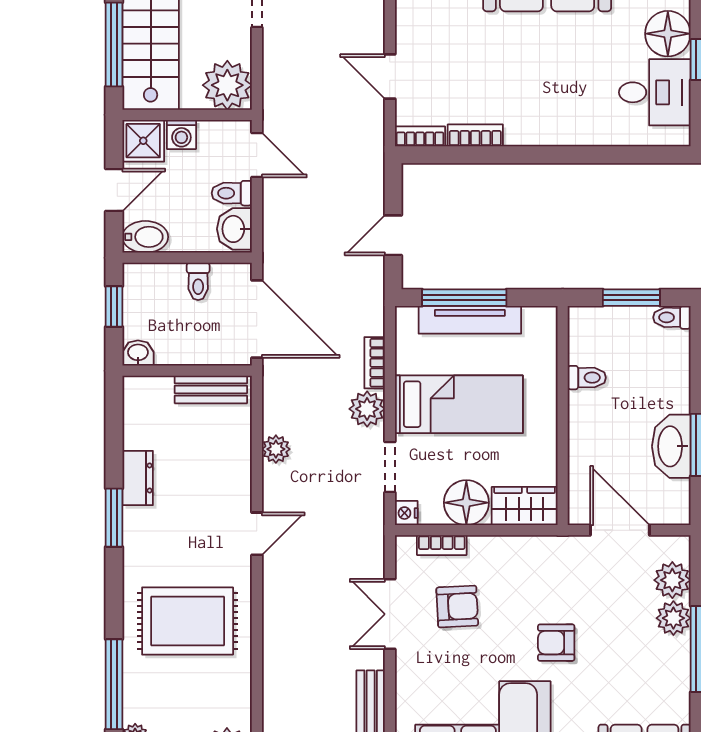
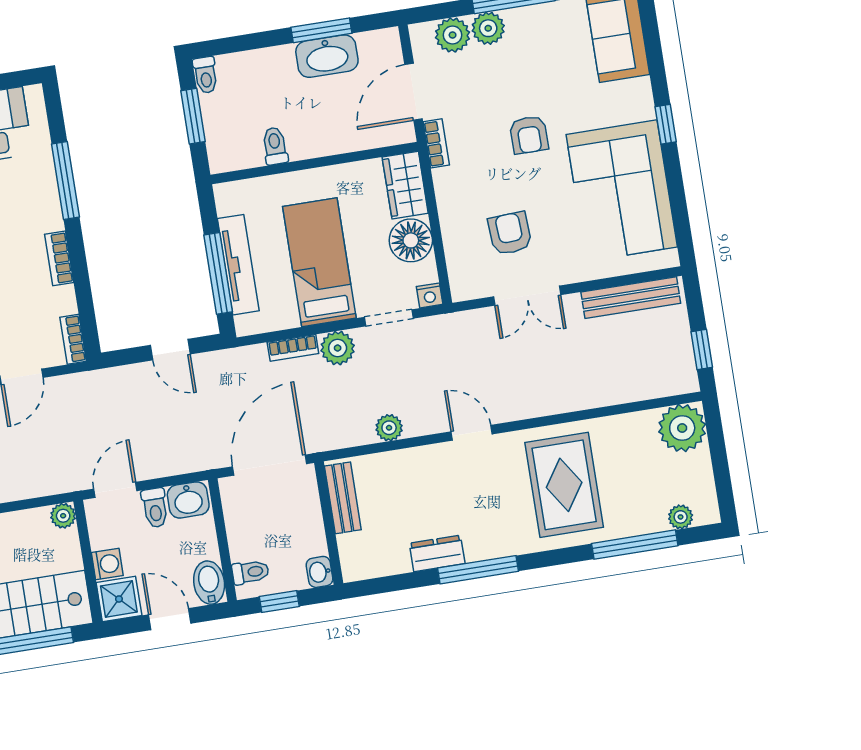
plant: (227, 85) -> (63, 516), width x0.53, depth x0.53
bookcase: (475, 135) -> (59, 258), moved
window: (586, 155) -> (65, 181), added
toilet: (198, 281) -> (250, 572), moved
window: (114, 518) -> (478, 570), width x1.44
bookcase: (442, 545) -> (436, 143), moved

